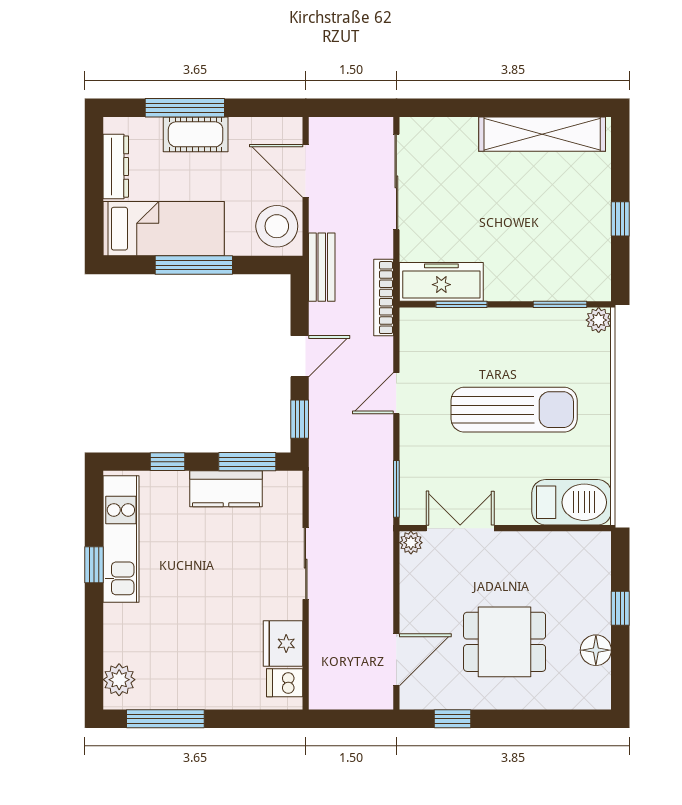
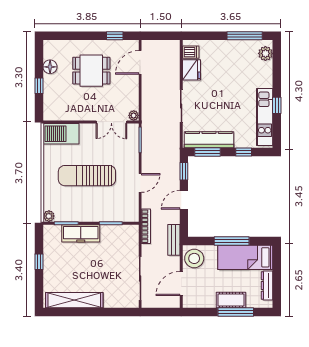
door: (306, 171) -> (181, 284), swing flipped
freezer: (441, 282) -> (81, 233), moved
kitchen counter: (226, 489) -> (209, 140), width x1.50

